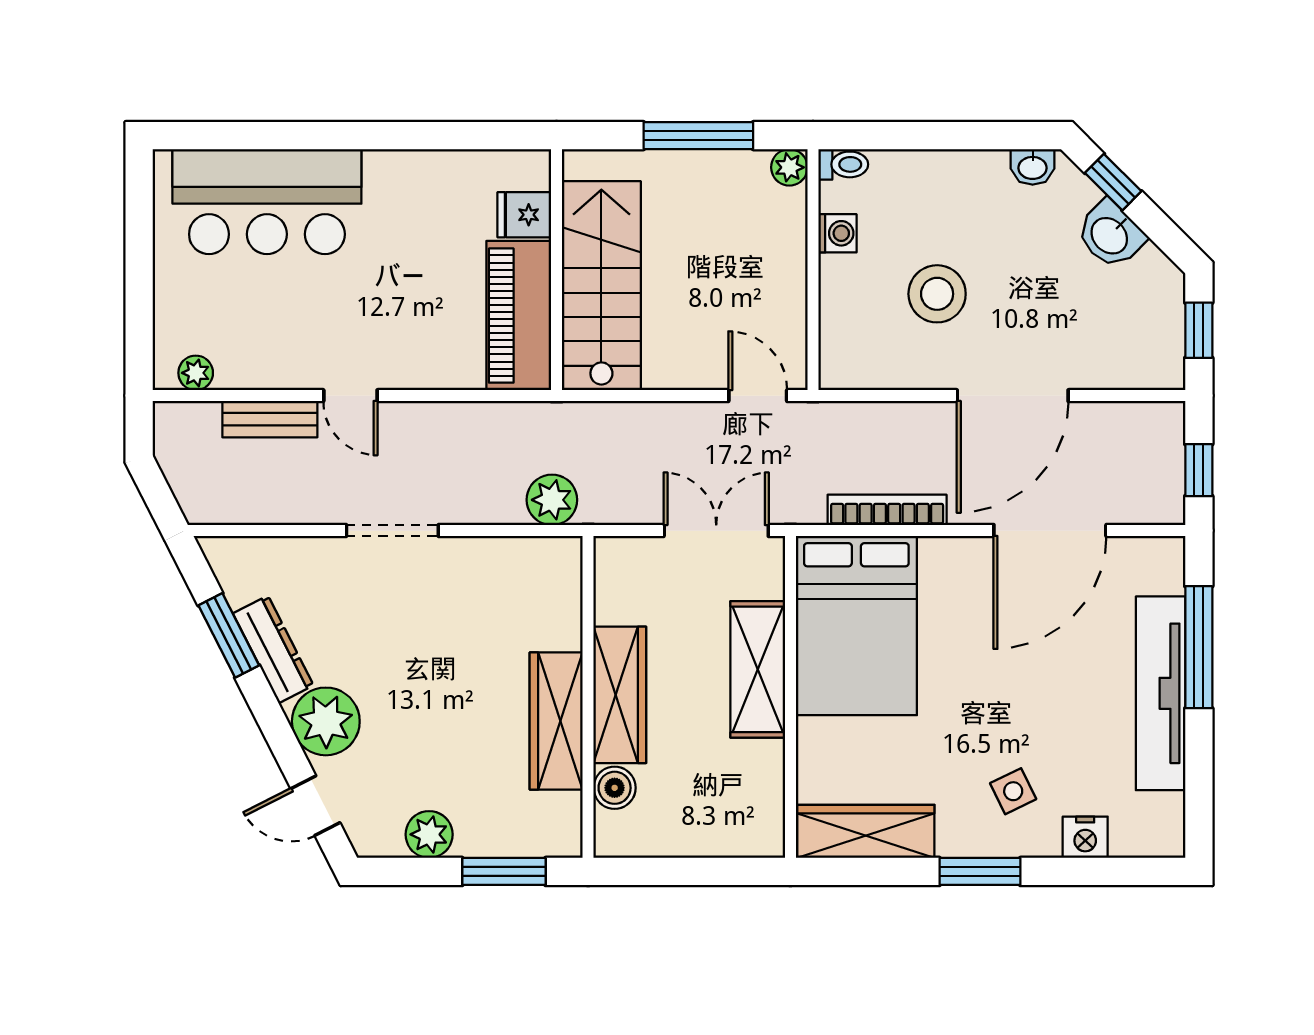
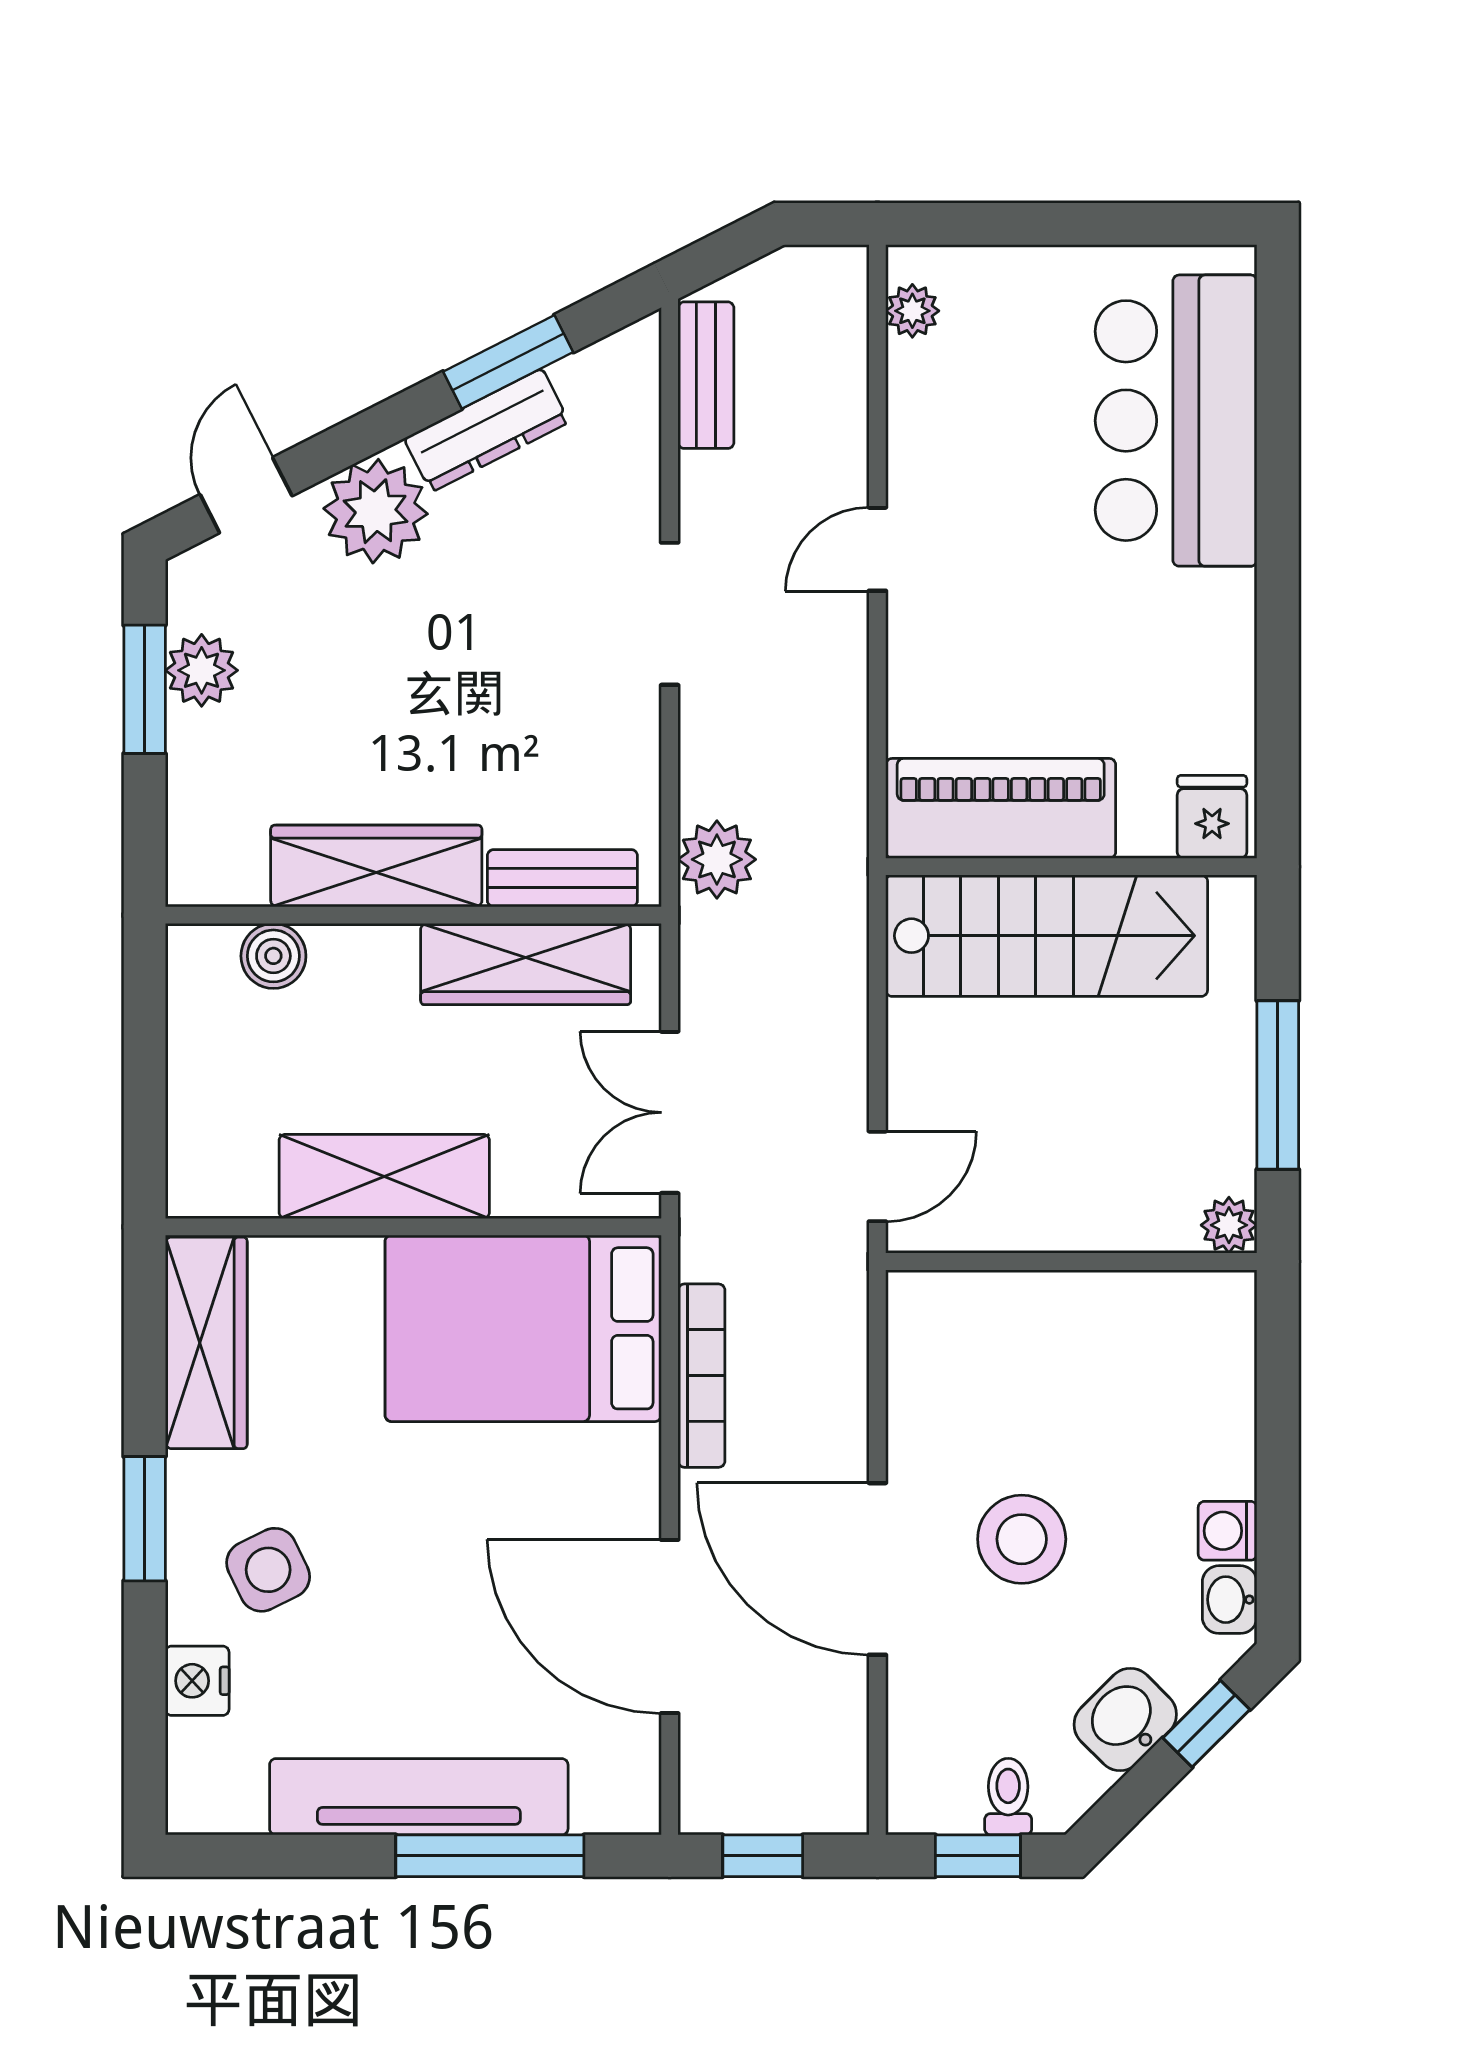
toilet: (843, 164) -> (1008, 1797), moved, turned 180
fridge: (524, 215) -> (1212, 817), moved
washing machine: (837, 233) -> (1228, 1531), moved, turned 90
stool: (937, 294) -> (1022, 1539), moved
bench: (270, 419) -> (706, 375), moved
double door: (716, 531) -> (670, 1112), swing flipped
bench: (564, 600) -> (562, 878), added
shelving: (758, 669) -> (384, 1176), moved
wardrobe: (620, 695) -> (526, 964), moved
side table: (1013, 791) -> (268, 1570), width x1.37, depth x1.37
window: (504, 871) -> (145, 689), moved

